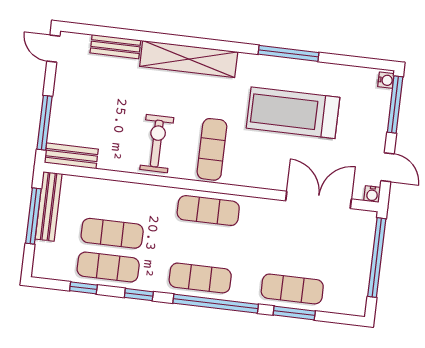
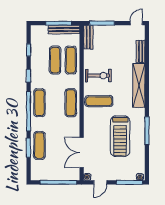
treadmill: (293, 113) -> (120, 136), turned 180
double door: (318, 200) -> (82, 153), swing flipped
exercise mat: (108, 267) -> (71, 60), moved

